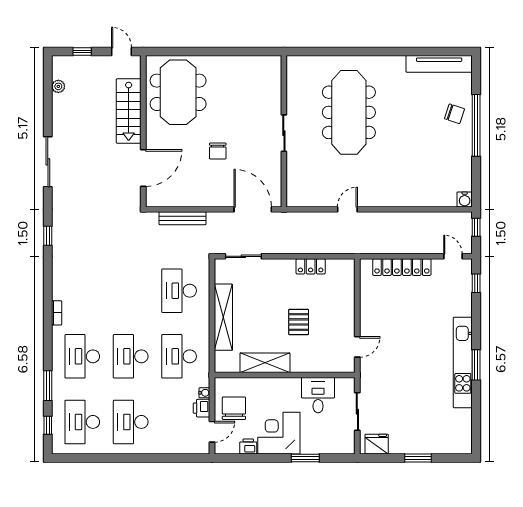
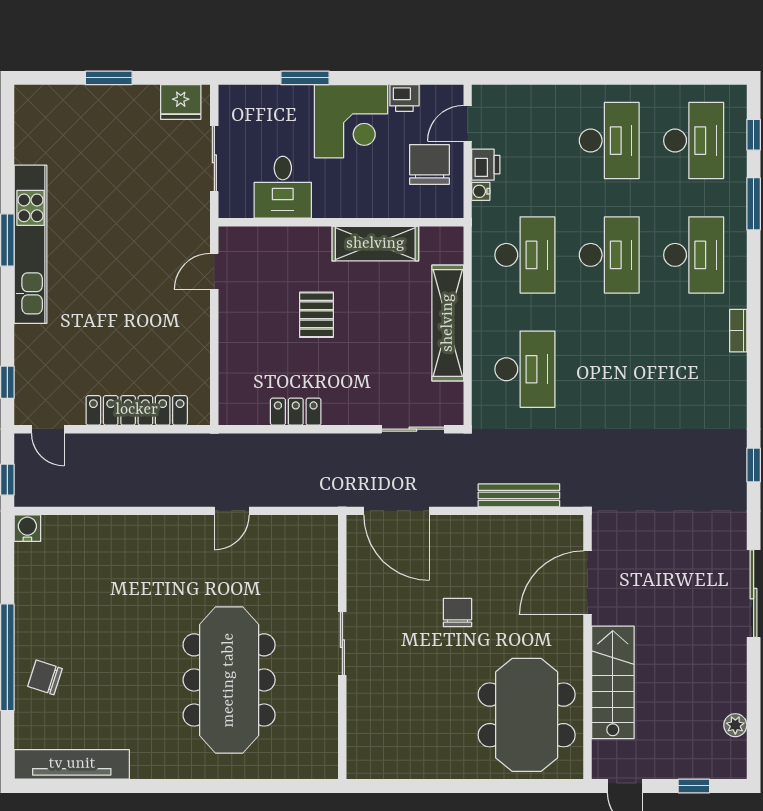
chair: (234, 408) -> (429, 164), turned 180

